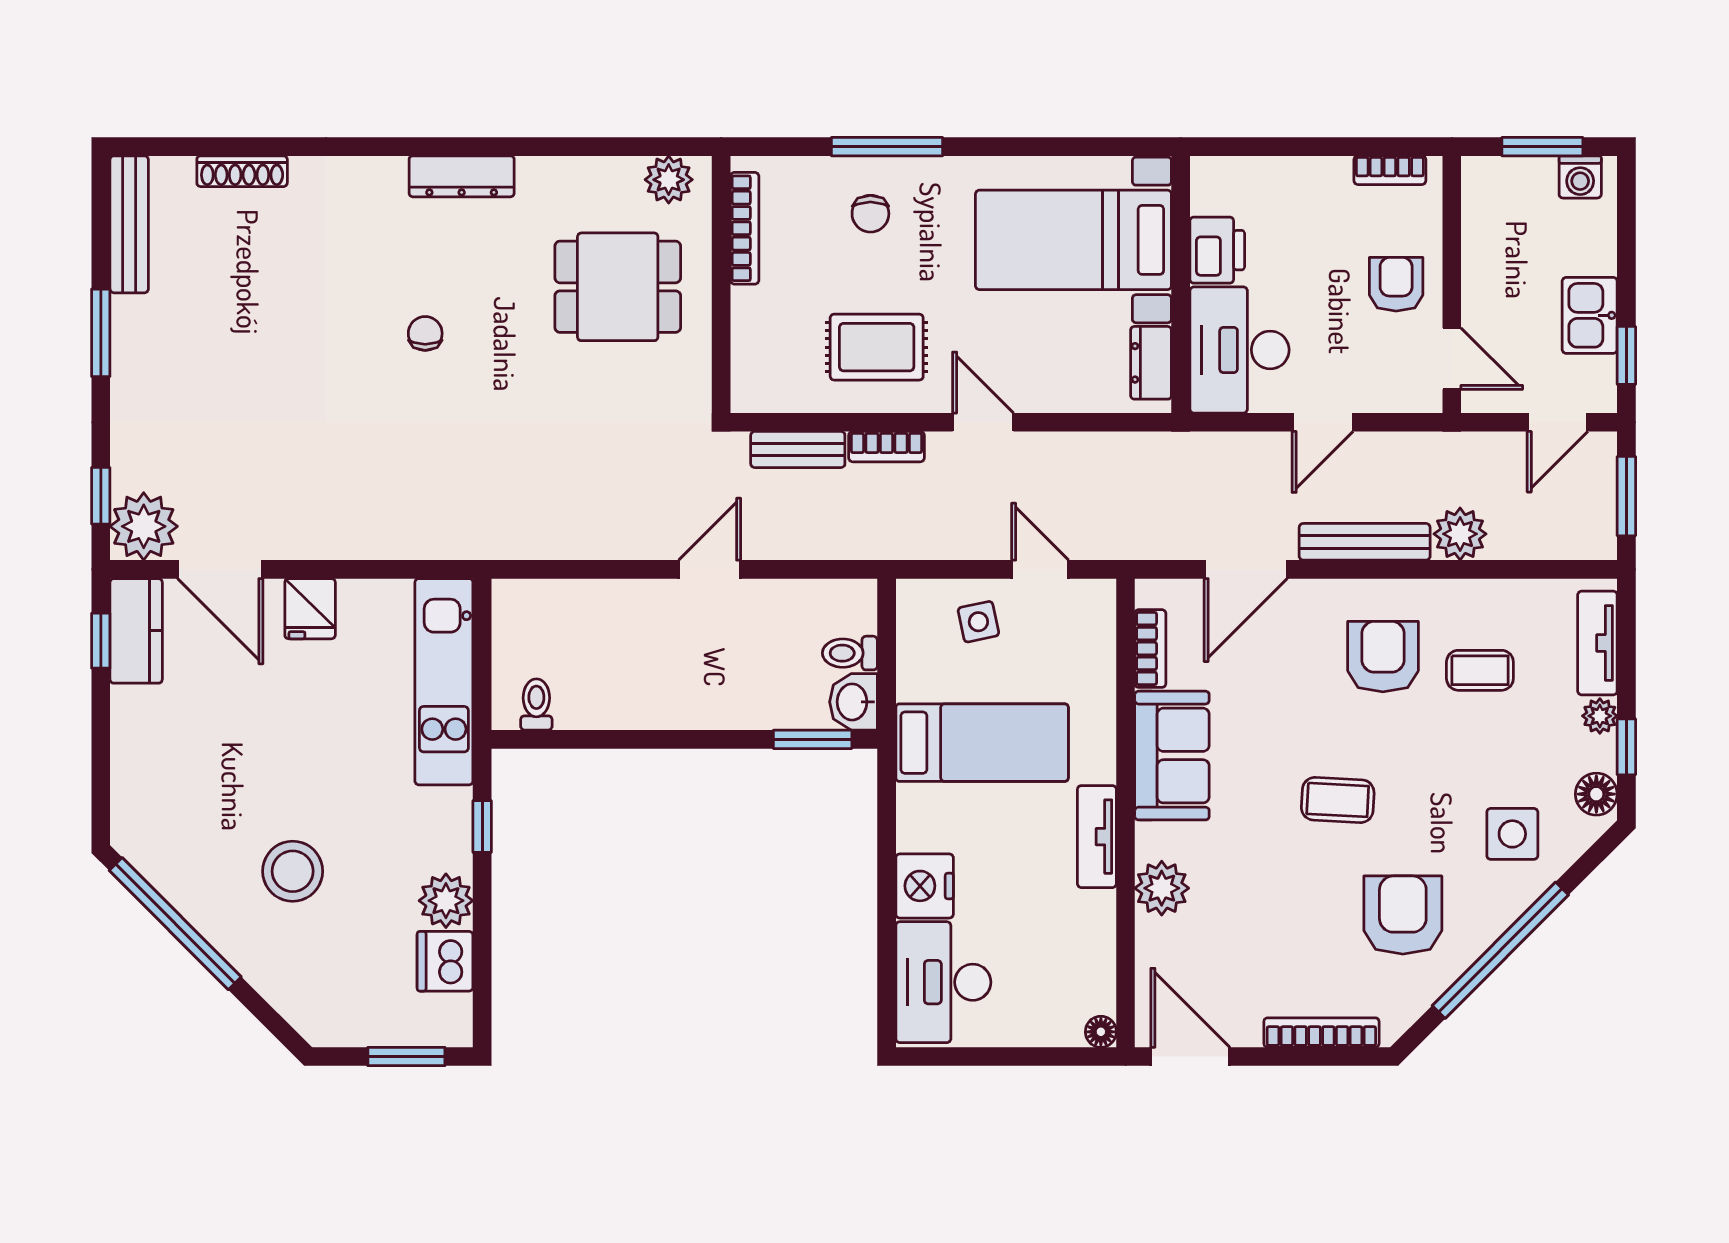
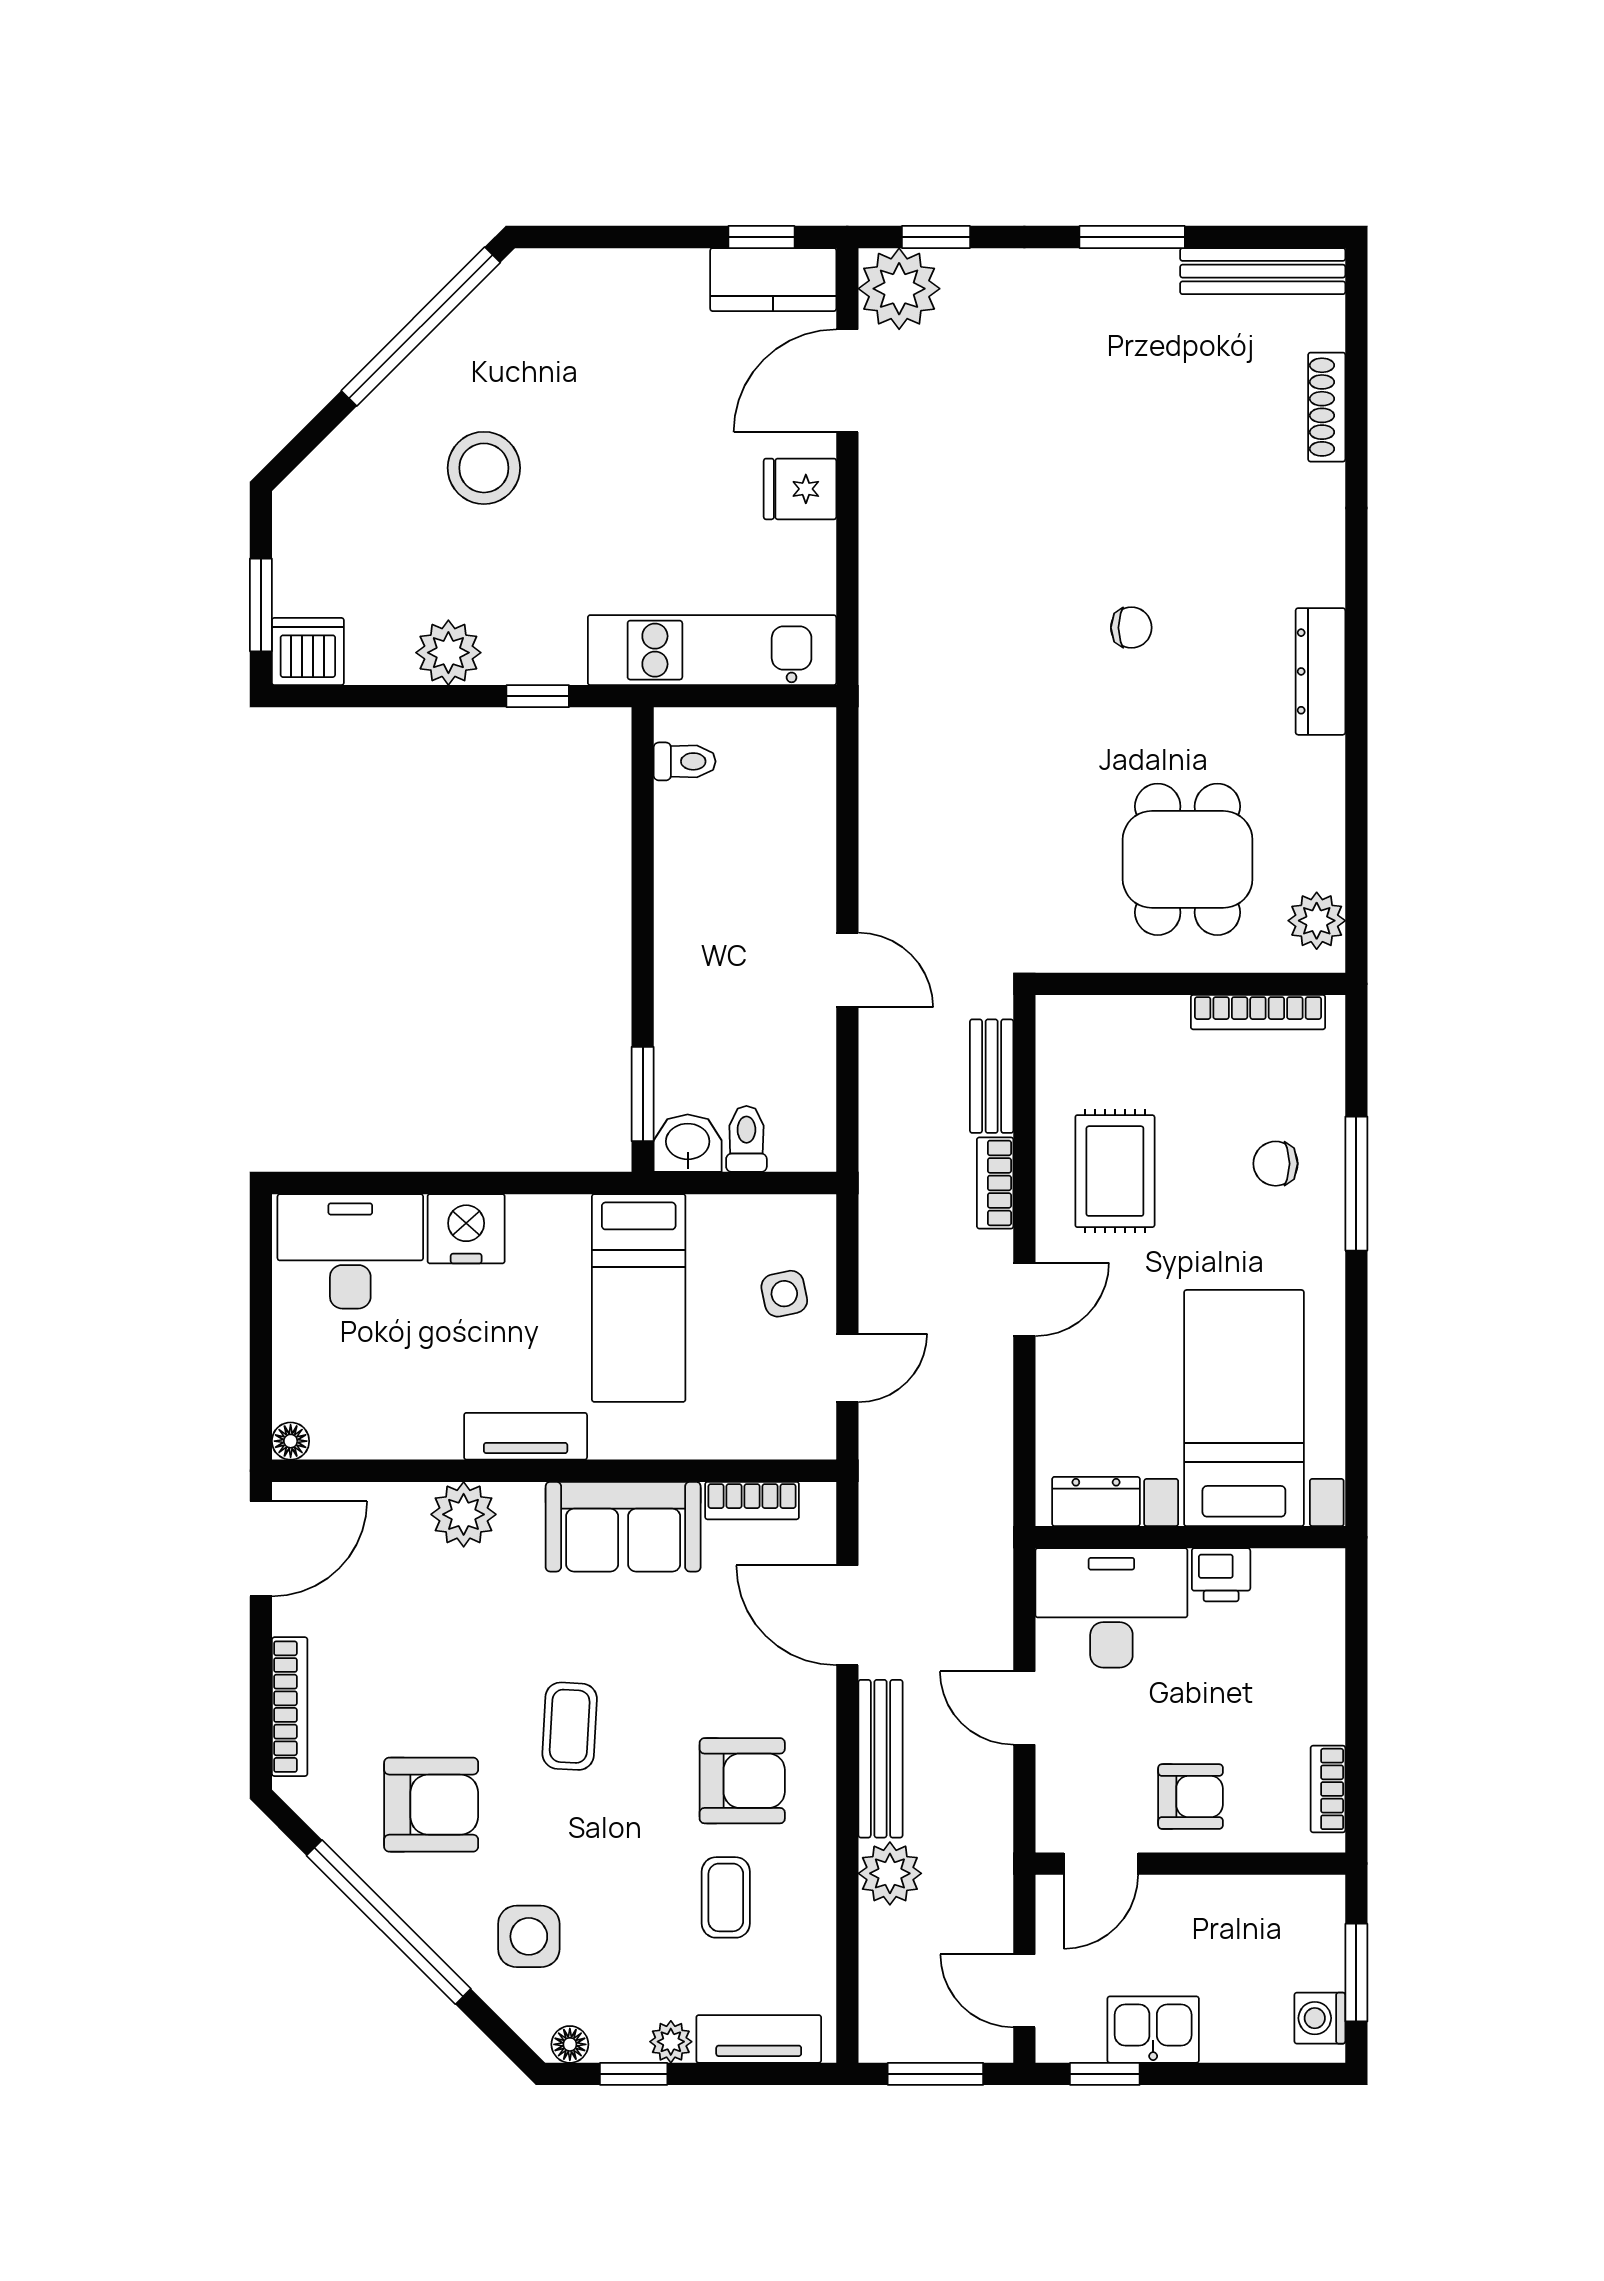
printer: (1217, 250) -> (1221, 1575), width x0.73, depth x0.81
floor lamp: (1596, 794) -> (570, 2044), width x0.73, depth x0.73
dishwasher: (445, 961) -> (308, 651), moved

